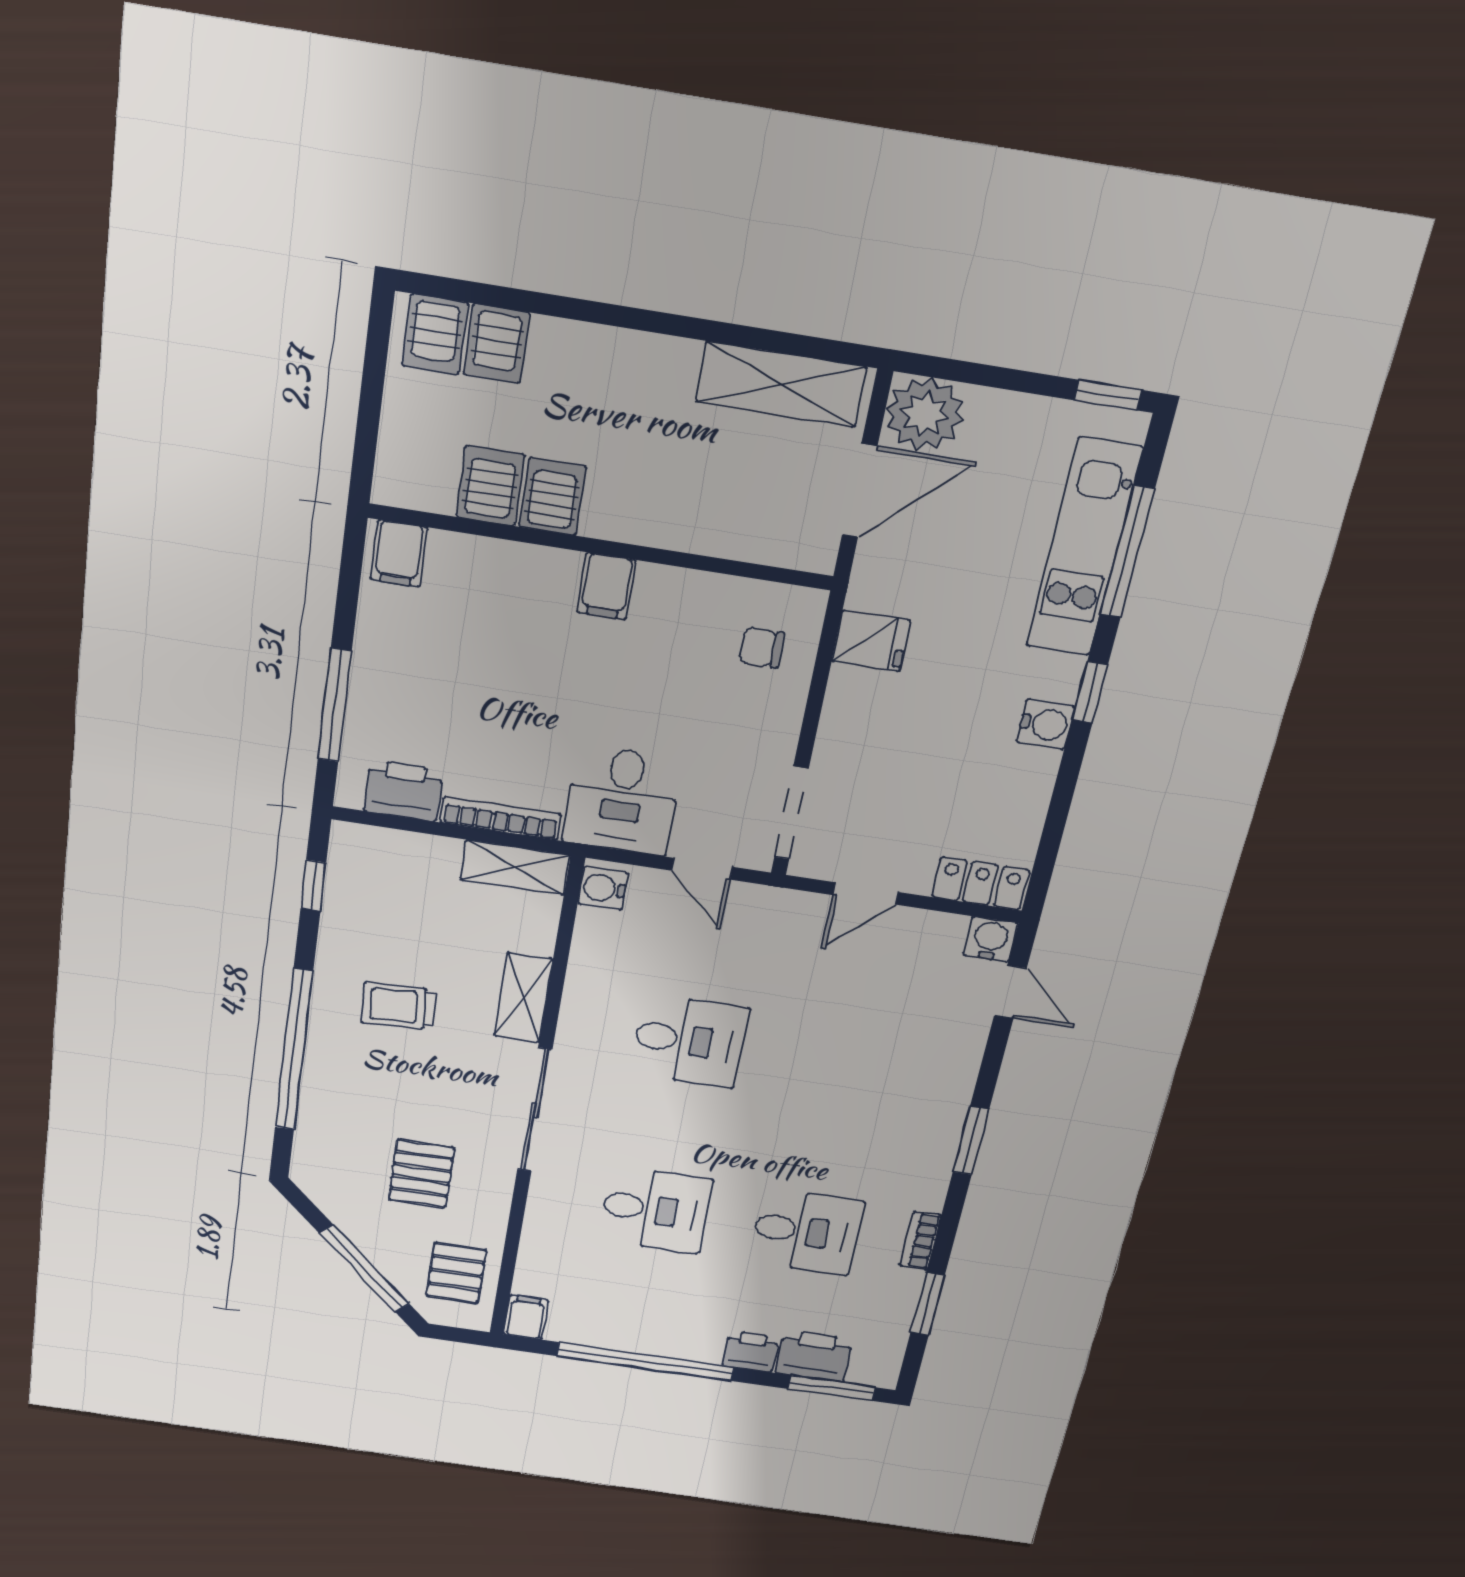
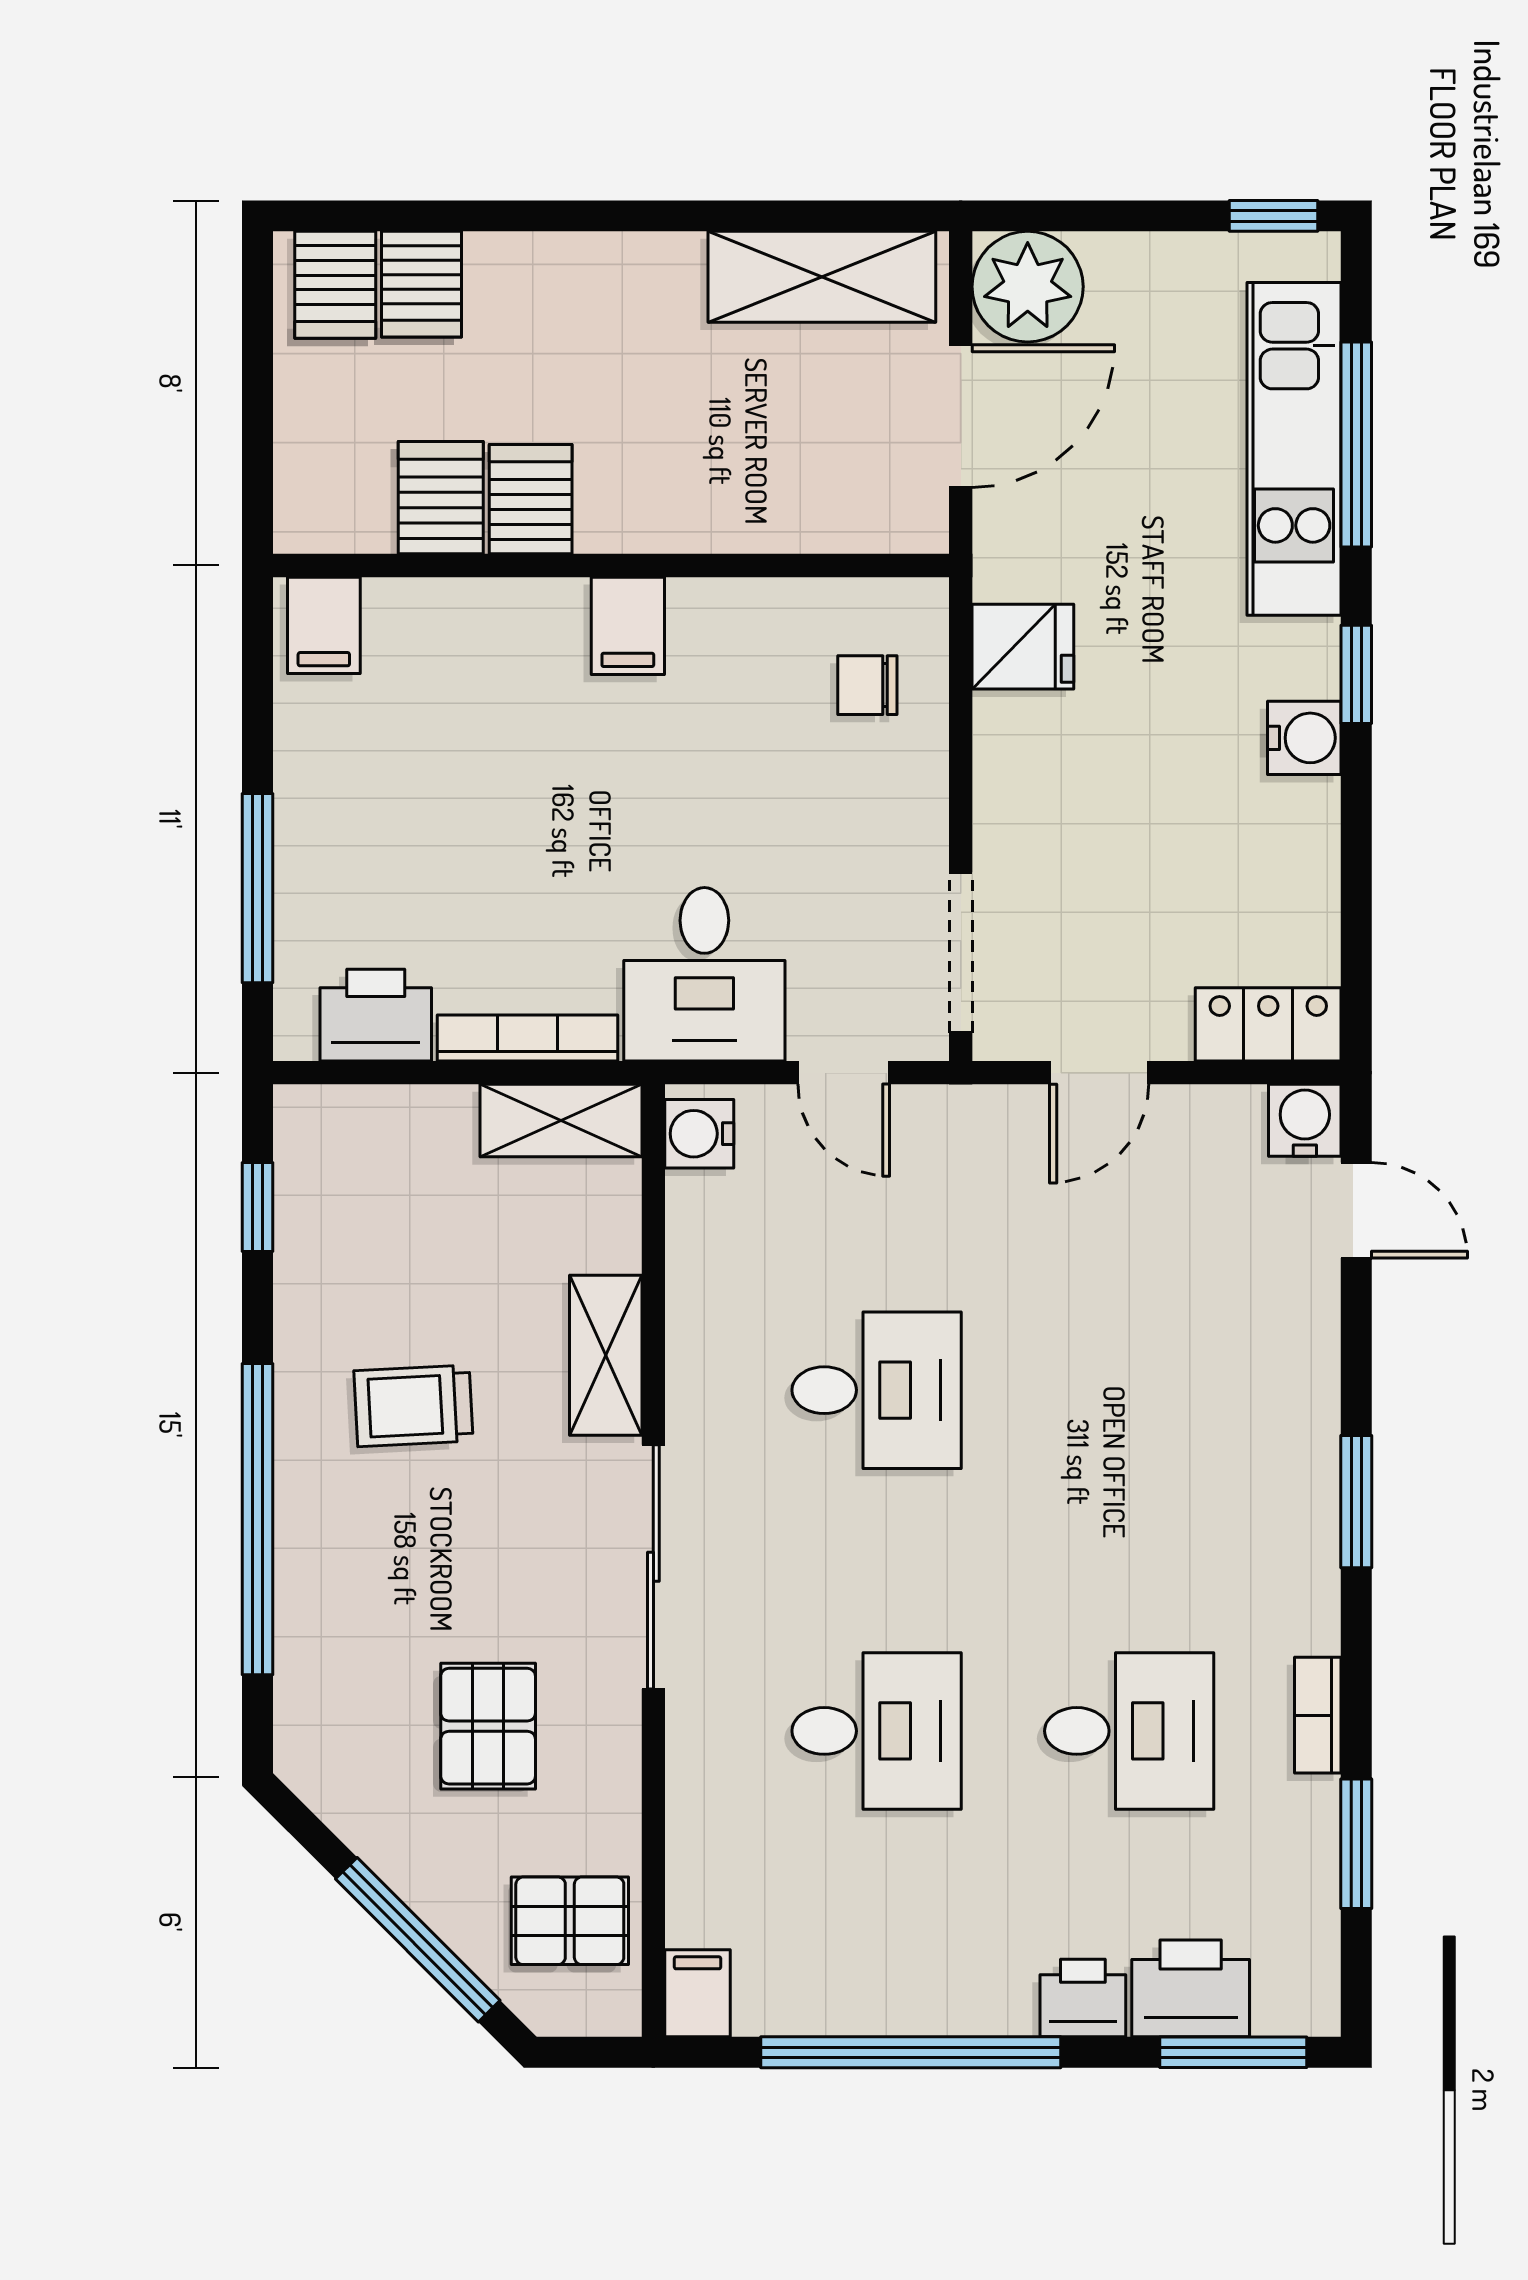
pallet: (456, 1273) -> (570, 1921), turned 90

